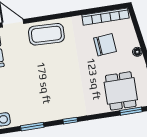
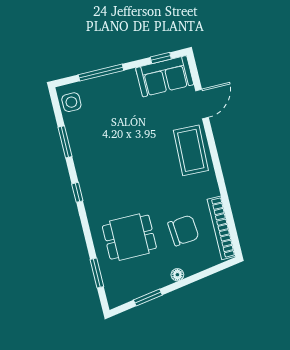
chair: (105, 45) -> (183, 230), turned -90
dining table: (121, 91) -> (129, 237), moved

